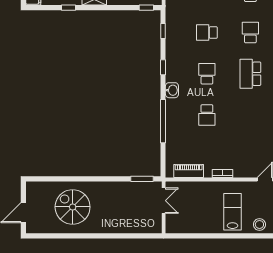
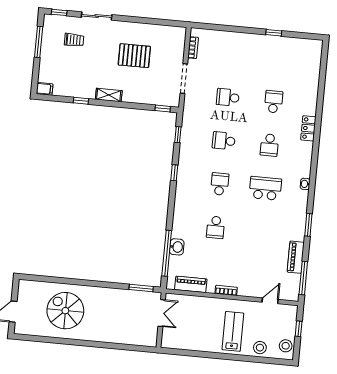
school desk: (250, 33) -> (269, 145), turned 180
school desk: (250, 74) -> (265, 188), turned 90
washbasin: (172, 90) -> (177, 247), moved
window: (163, 121) -> (167, 253), moved

